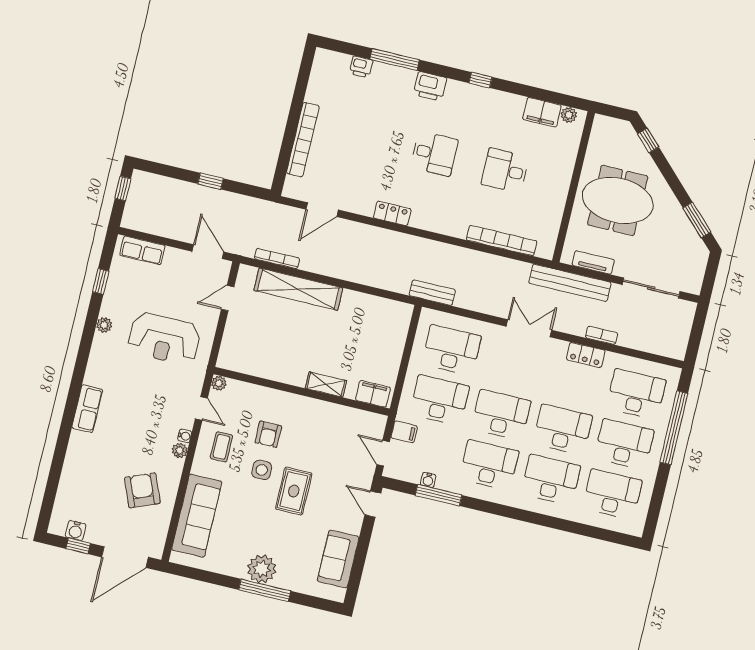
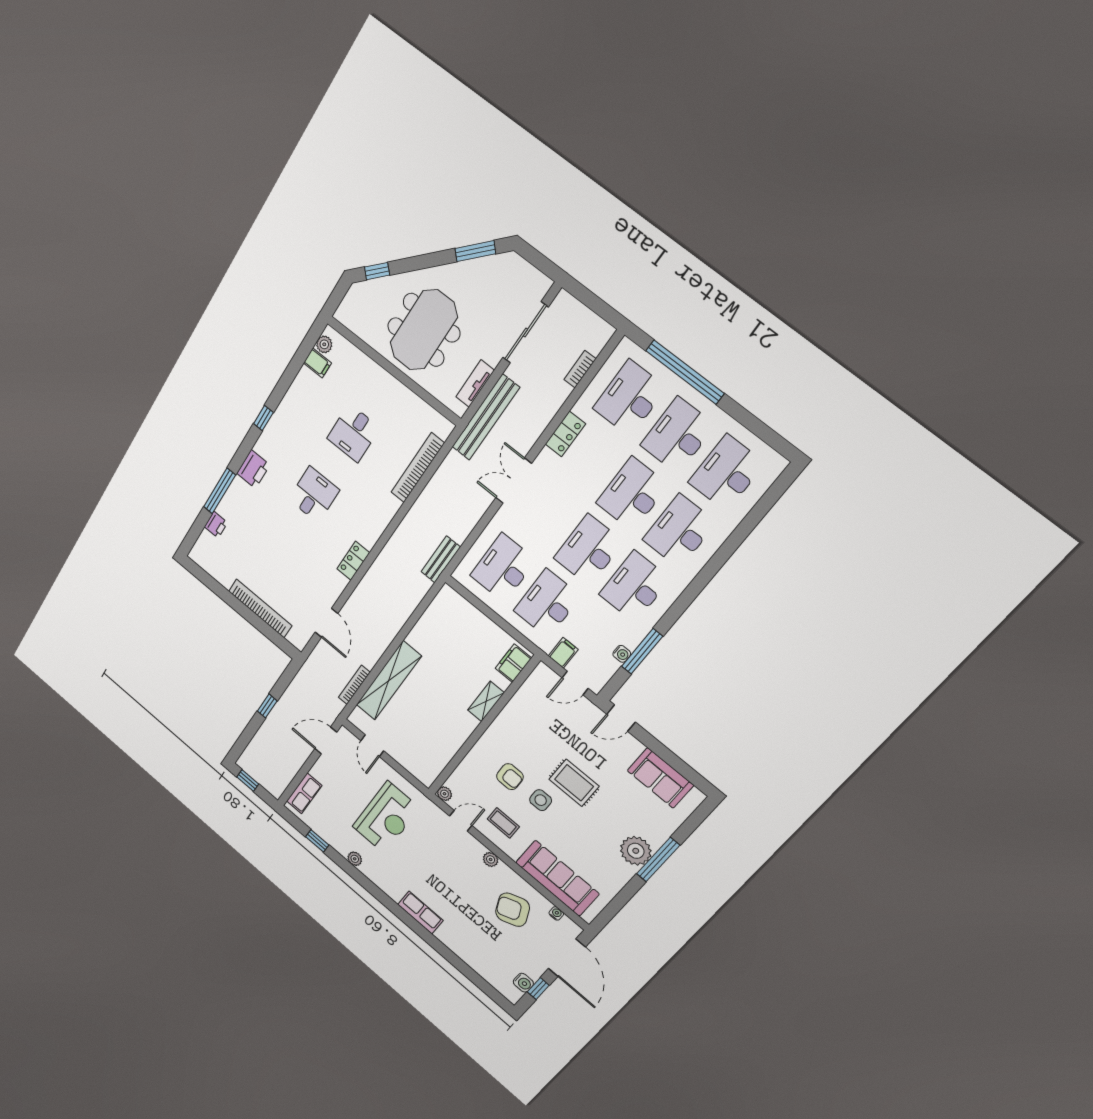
filing cabinet: (542, 112) -> (317, 363), width x0.50
bookcase: (602, 335) -> (580, 369), moved
water cooler: (185, 436) -> (556, 913), moved

